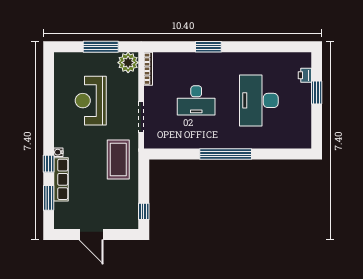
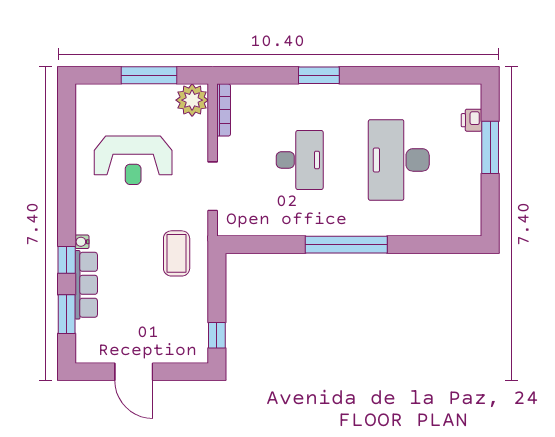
window: (317, 92) -> (490, 147), width x1.44
desk: (196, 100) -> (300, 160), turned -90
reception desk: (91, 101) -> (133, 160), turned -90
coffee table: (118, 160) -> (177, 253), width x0.73, depth x0.76

